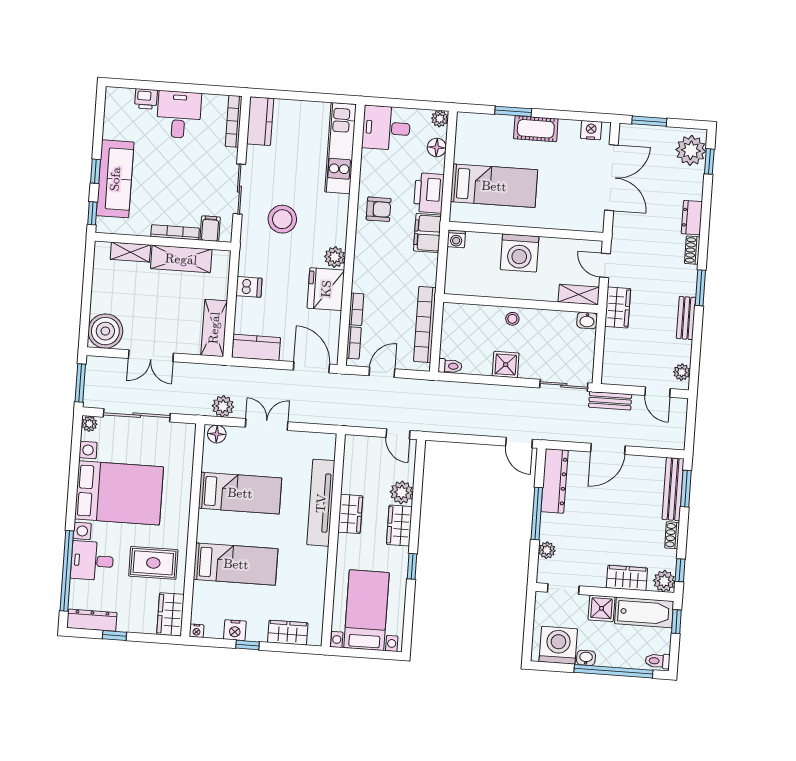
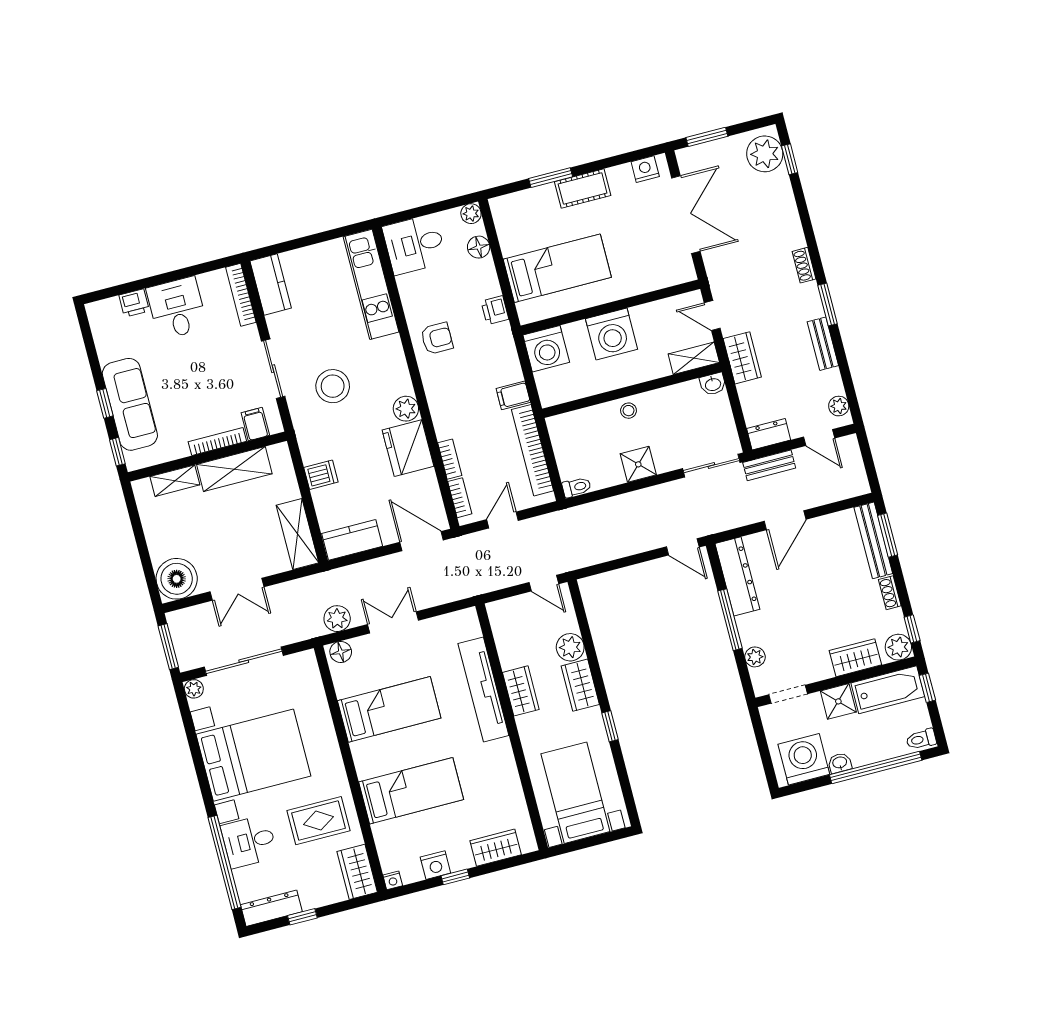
printer: (429, 193) -> (495, 310), width x0.53, depth x0.68
dresser: (692, 218) -> (769, 434), moved, turned 90
filing cabinet: (427, 233) -> (513, 395), moved, width x0.50
washing machine: (456, 239) -> (546, 349), width x1.89, depth x1.89

